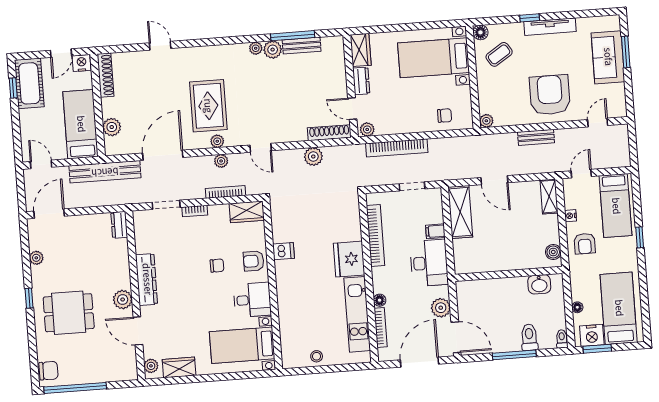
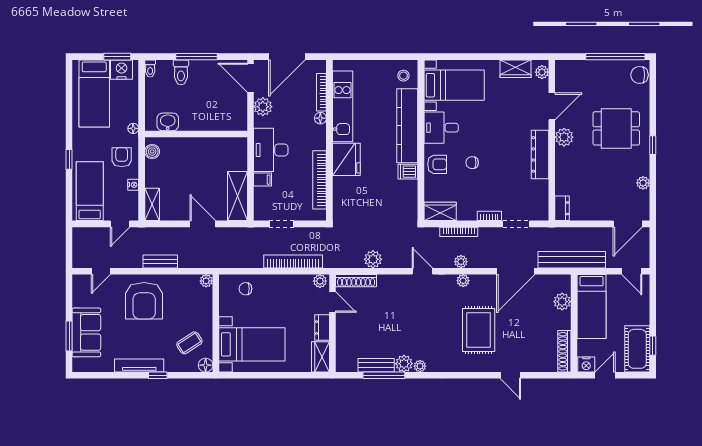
rug: (208, 106) -> (479, 330), moved
kitchen counter: (288, 299) -> (407, 126), added
floor lamp: (577, 307) -> (133, 128), moved
door: (138, 331) -> (552, 106), hinge flipped
stool: (317, 356) -> (403, 76), moved

